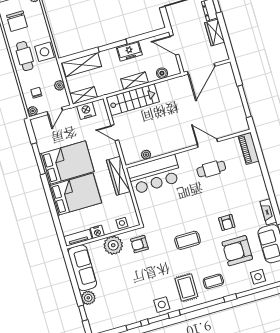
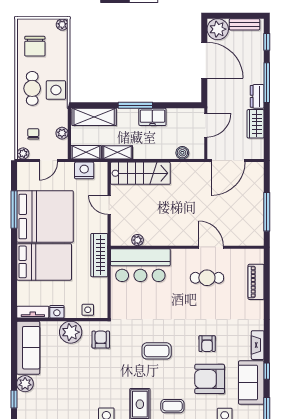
door: (174, 45) -> (206, 125), swing flipped
shelving: (134, 81) -> (117, 152), moved
piano: (249, 149) -> (256, 282), moved
bed: (67, 163) -> (45, 216), width x1.36
armchair: (139, 244) -> (101, 340), turned 90

